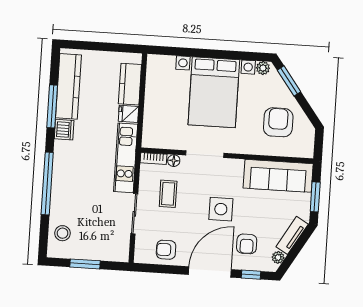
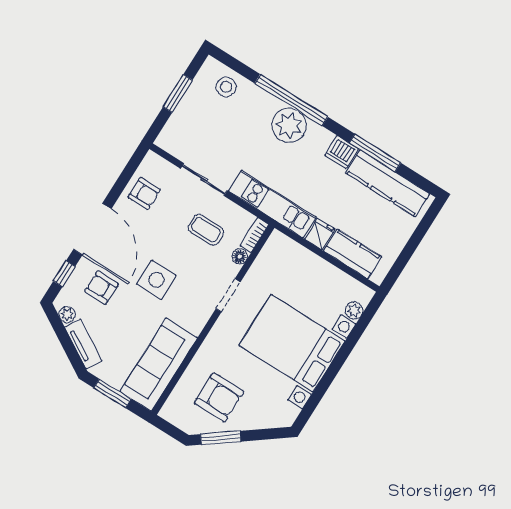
plant: (263, 68) -> (354, 310), moved
window: (289, 81) -> (221, 438), moved
doorway: (205, 154) -> (228, 295), width x0.73
plant: (65, 176) -> (289, 125), added
armchair: (166, 250) -> (144, 193), turned 90

